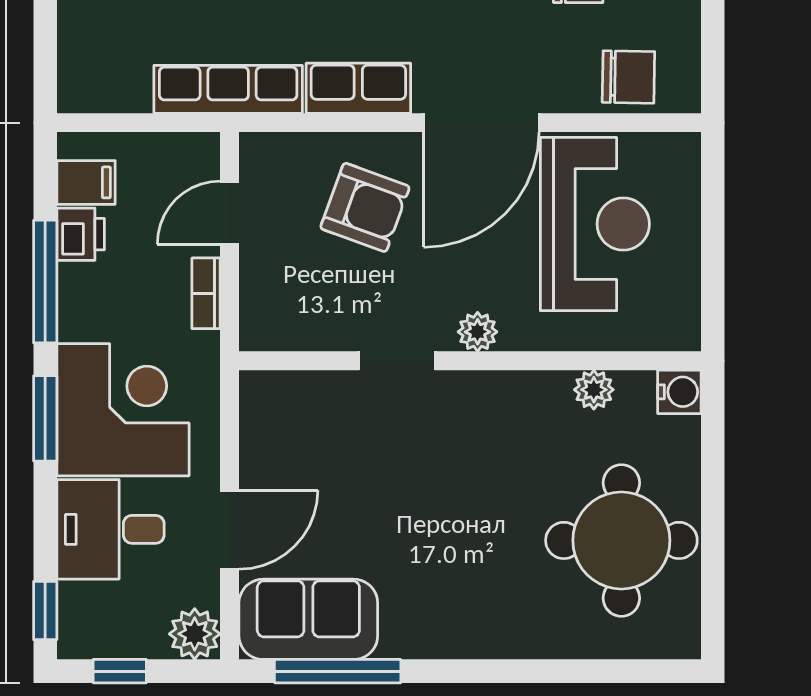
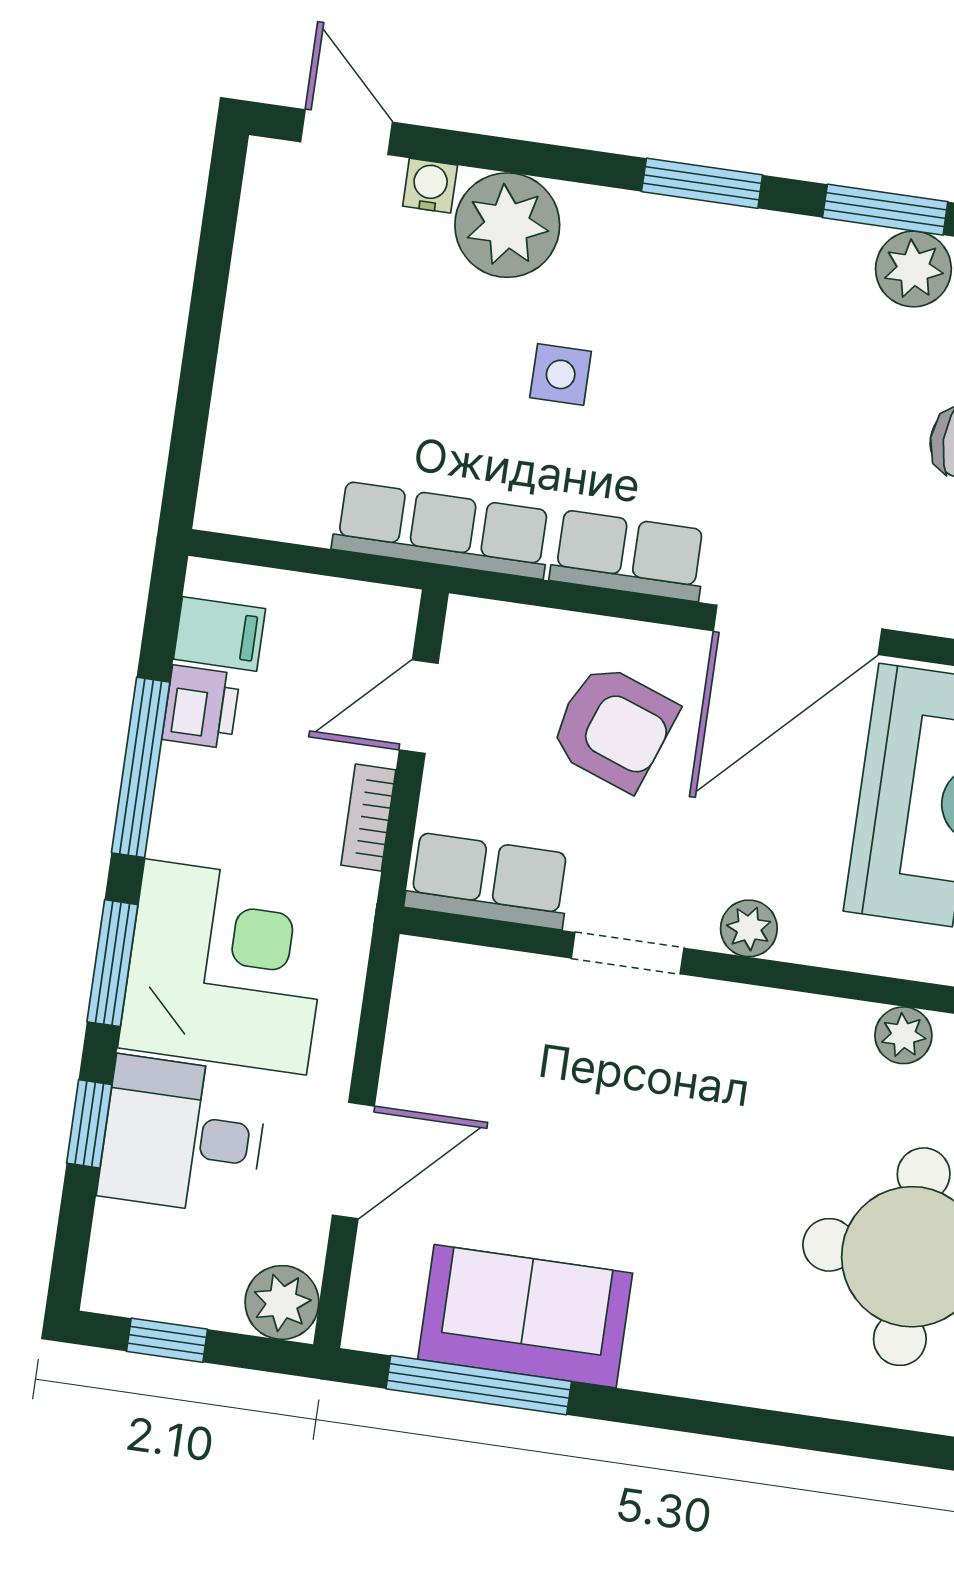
row of seats: (294, 325) -> (488, 881), added
window: (45, 611) -> (89, 1124), moved
sofa: (308, 619) -> (525, 1316), moved

